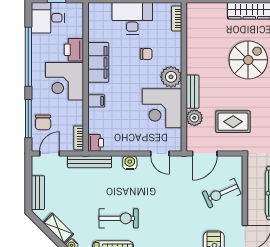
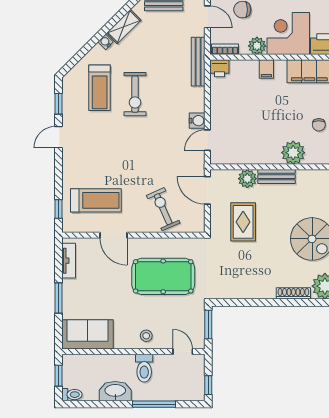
corner desk: (162, 108) -> (258, 143), removed
plant: (75, 109) -> (257, 46), added
water cooler: (130, 163) -> (197, 121), moved

